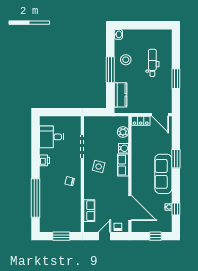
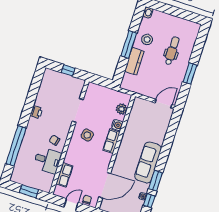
kitchen counter: (120, 95) -> (134, 61), moved
window: (62, 112) -> (68, 70), added
door: (160, 115) -> (163, 104), swing flipped
locker: (141, 121) -> (142, 104), removed
desk: (51, 137) -> (47, 160), moved, turned 180
window: (176, 159) -> (155, 181), moved
door: (130, 208) -> (105, 185), hinge flipped

